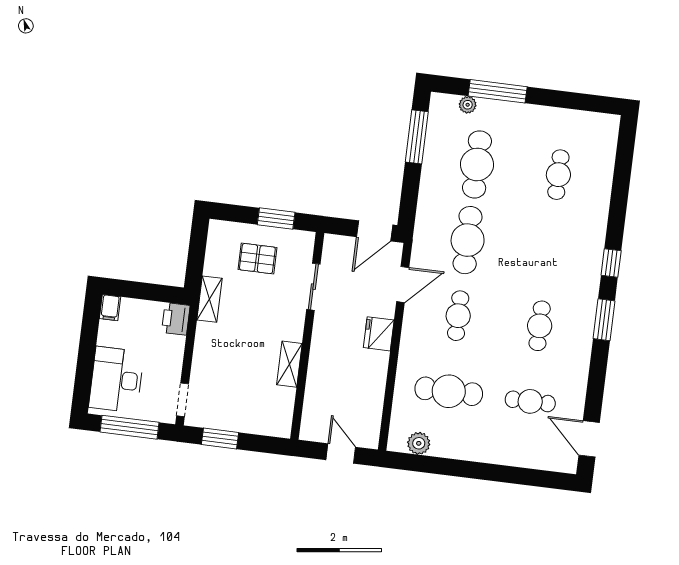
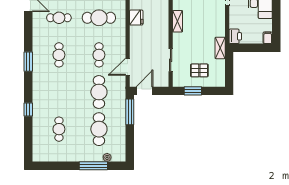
window: (417, 137) -> (130, 112), moved
window: (611, 263) -> (28, 109), moved
fridge: (379, 334) -> (136, 18), moved

